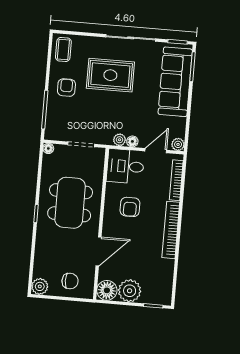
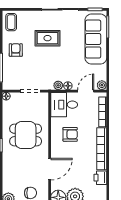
rug: (110, 75) -> (47, 38), width x0.73, depth x0.70
dining table: (70, 203) -> (26, 135), width x0.73
armchair: (130, 207) -> (70, 134), turned -90
printer: (166, 269) -> (100, 178), added

